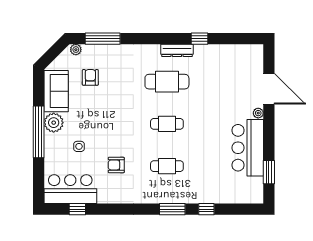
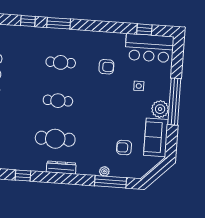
plant: (76, 50) -> (104, 171), moved
dresser: (177, 50) -> (61, 168), moved
armchair: (90, 77) -> (124, 148), turned 90

